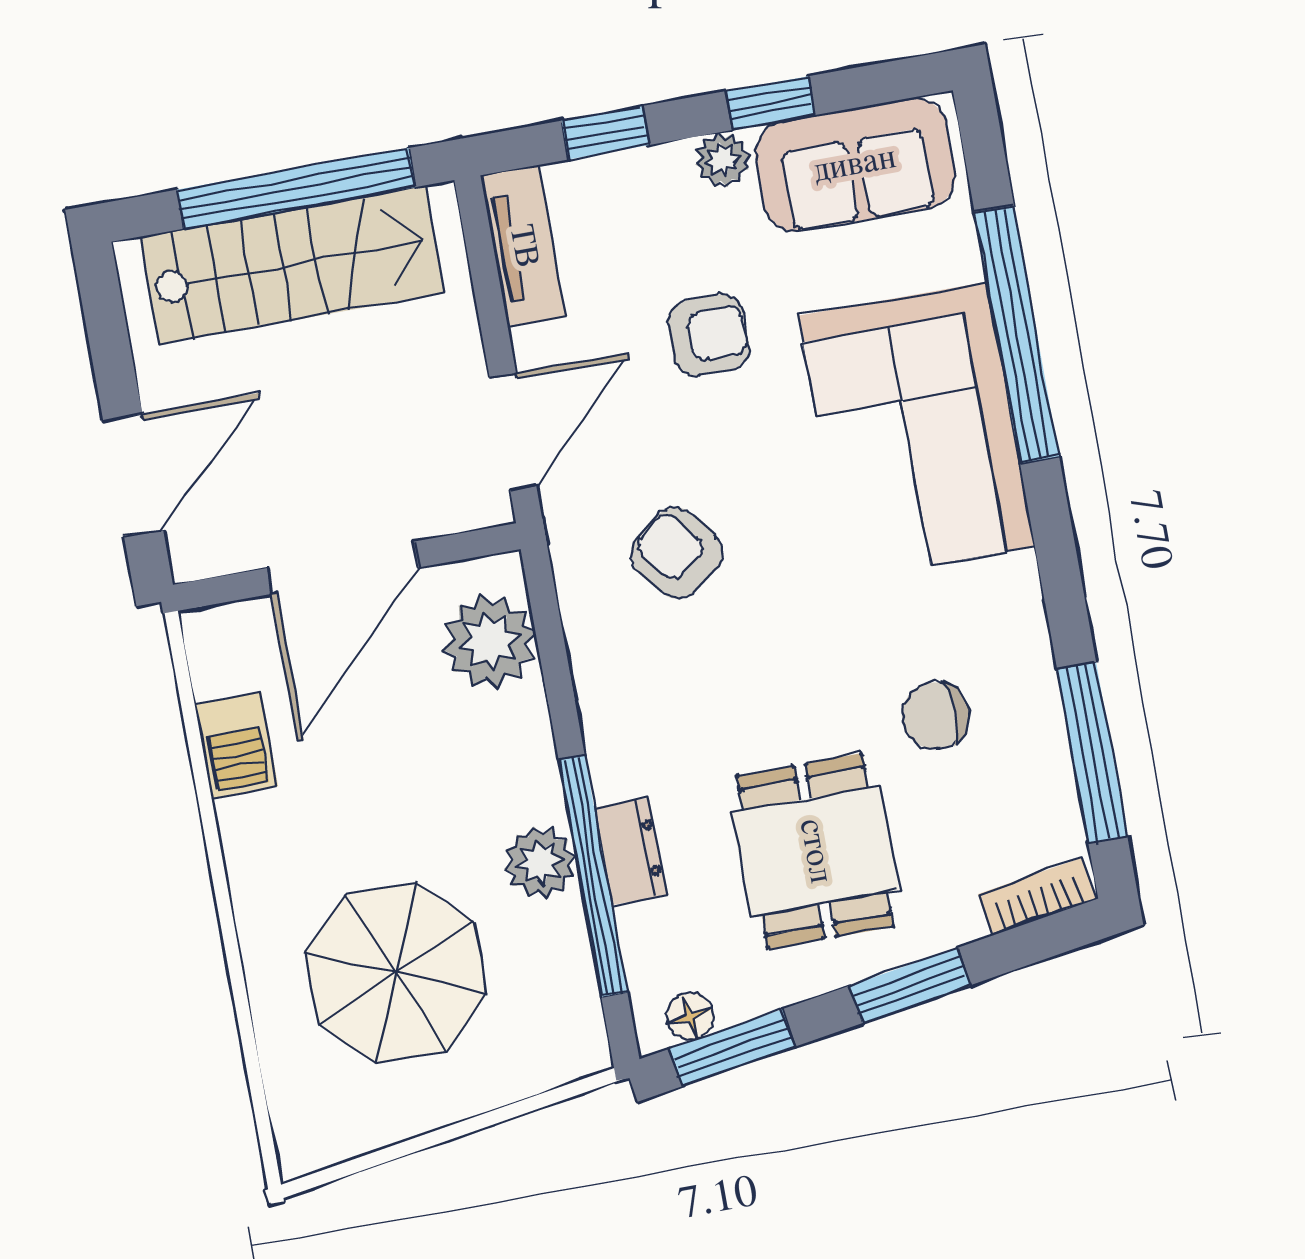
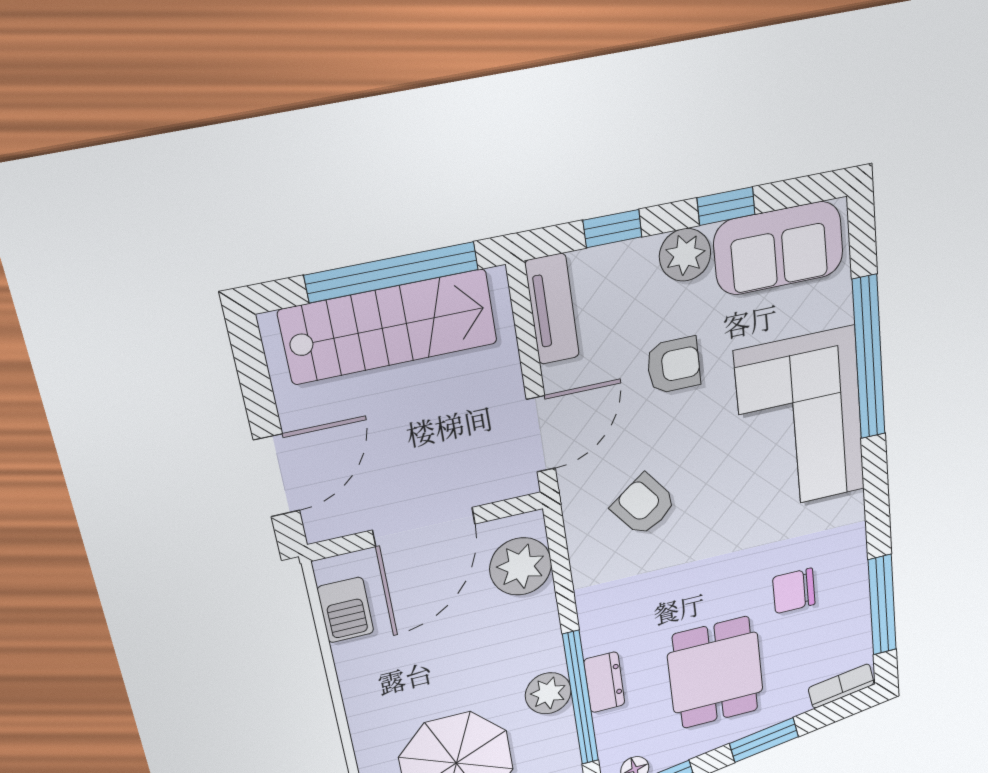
plant: (723, 160) -> (685, 255), width x1.38, depth x1.38
barbecue: (236, 745) -> (346, 610), moved

